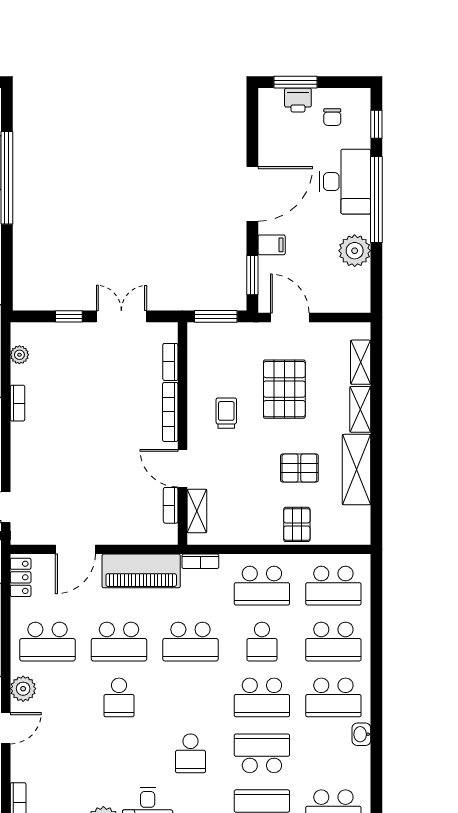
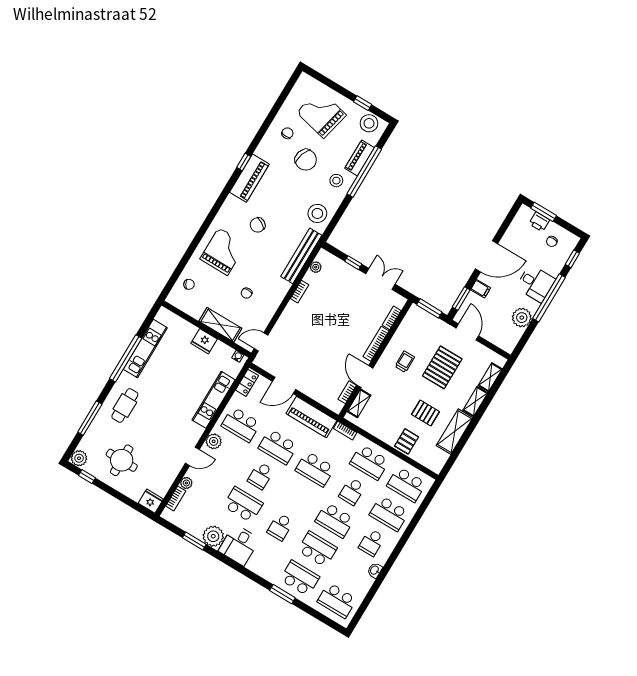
desk: (345, 182) -> (536, 283), width x0.73
school desk: (333, 697) -> (372, 542), width x0.54
school desk: (119, 753) -> (243, 505), added
plant: (20, 771) -> (186, 483), added

